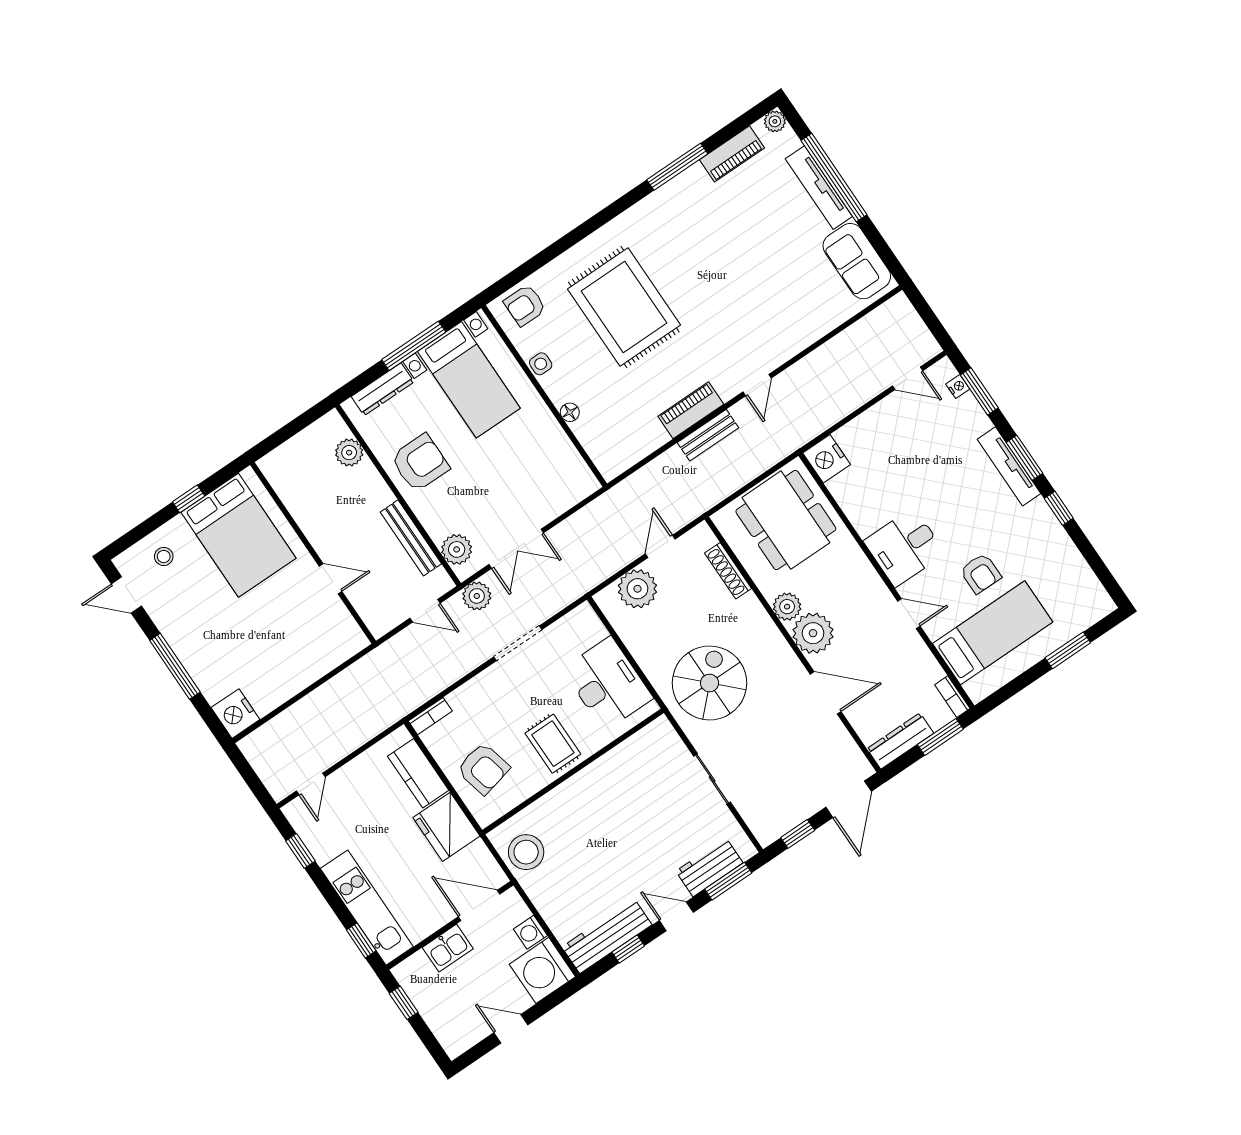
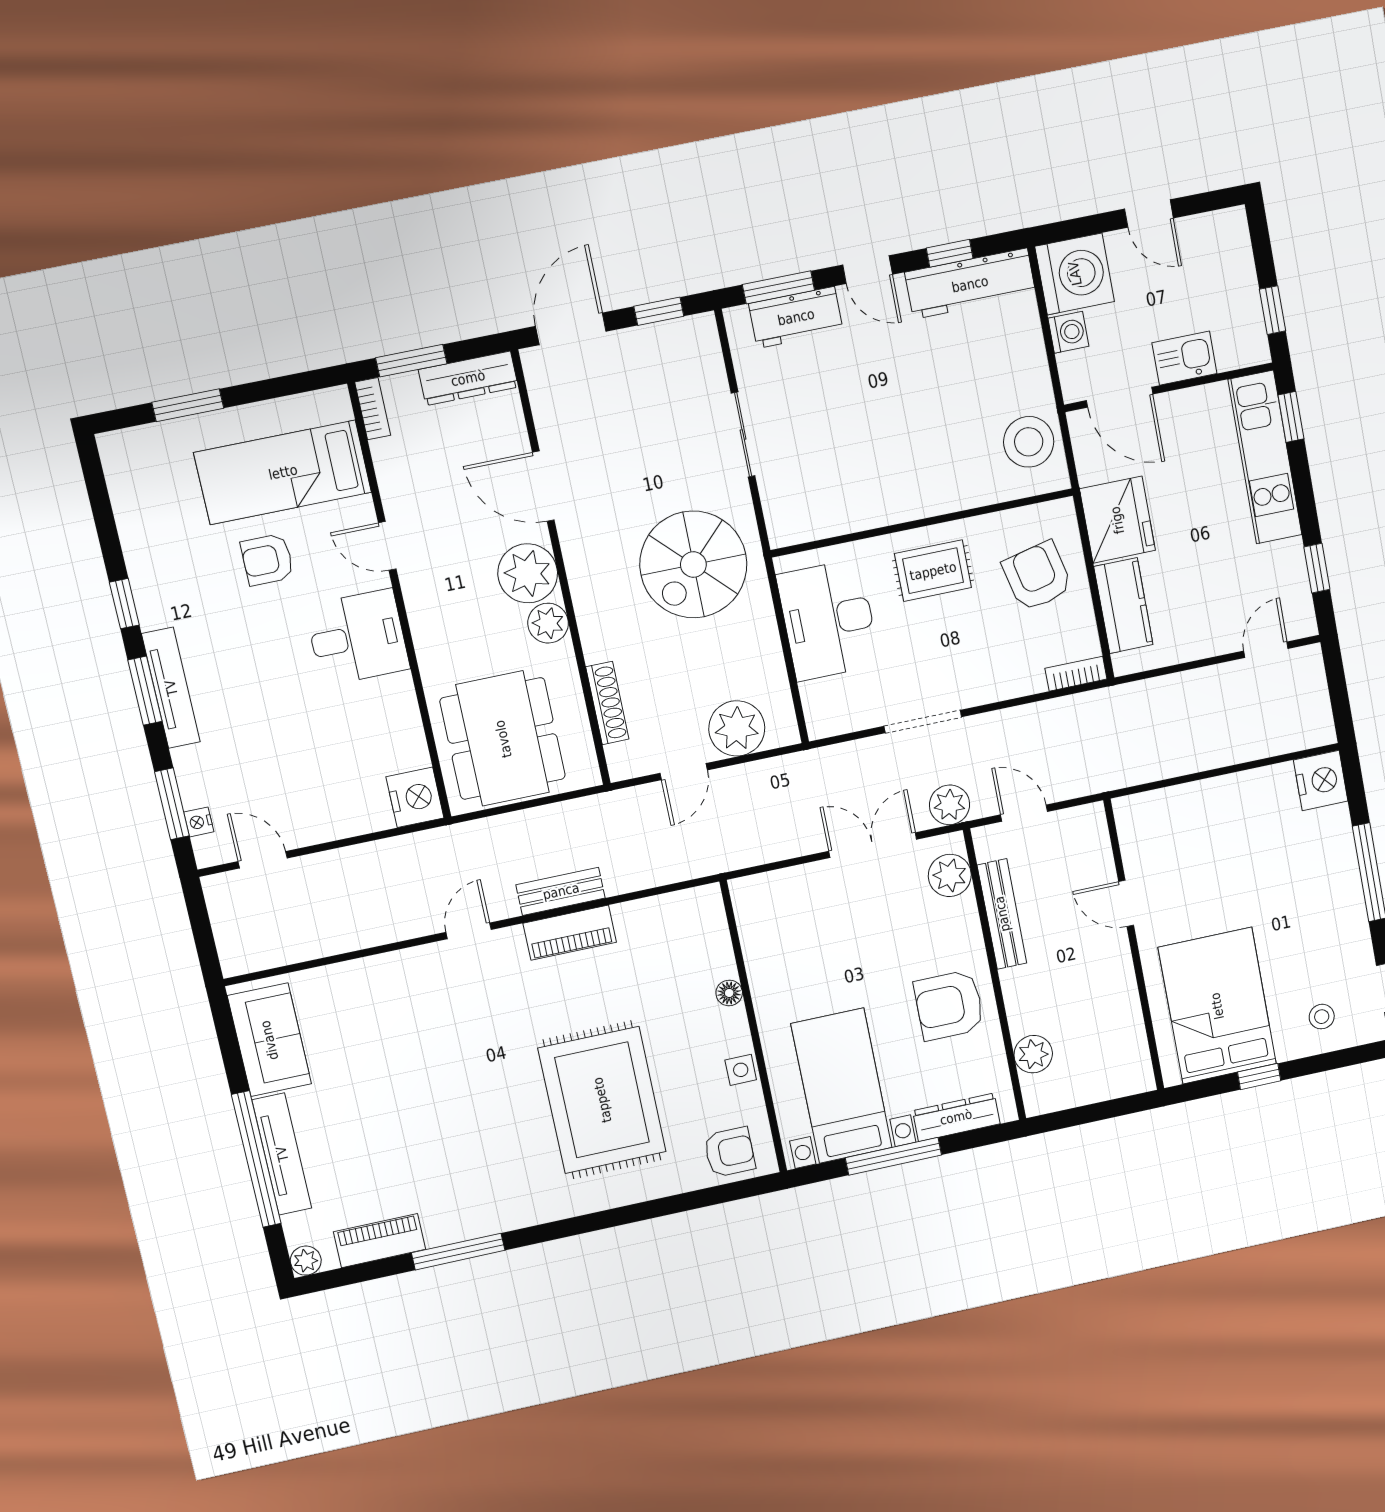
armchair: (981, 573) -> (267, 560), turned -90
rug: (553, 744) -> (933, 571), turned 90

